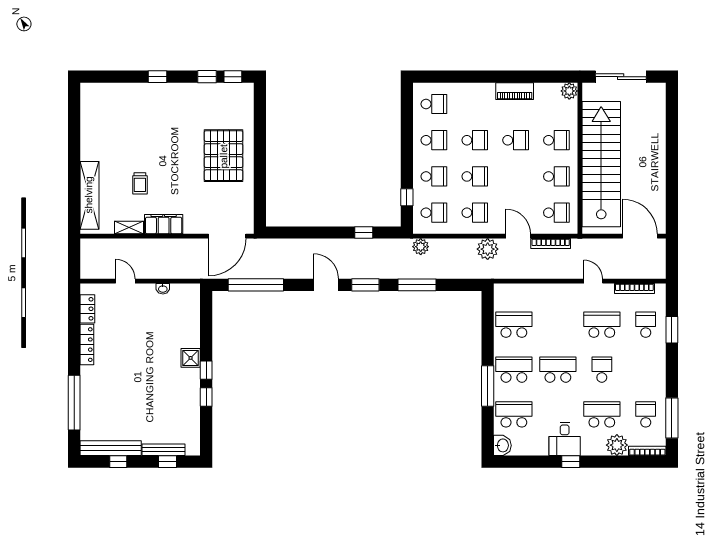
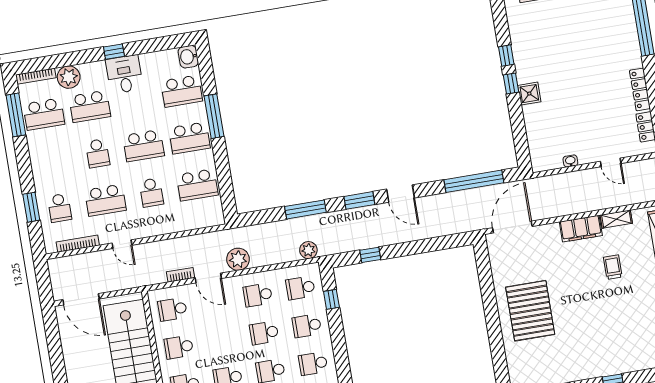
bookcase: (551, 244) -> (180, 275), width x0.64
school desk: (558, 325) -> (151, 193), added
school desk: (646, 414) -> (44, 114), width x1.85

